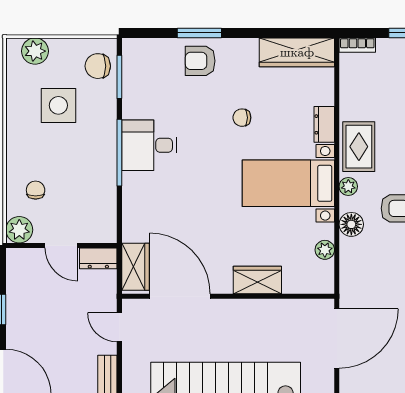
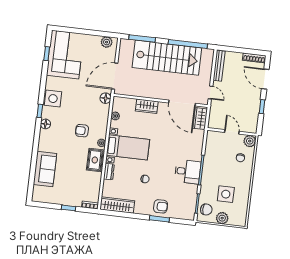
plant: (35, 51) -> (222, 218), moved
floor lamp: (351, 224) -> (105, 98), moved
dresser: (98, 258) -> (216, 124), removed

